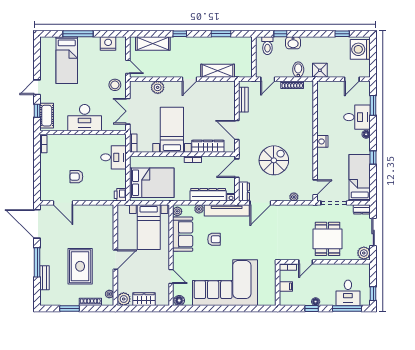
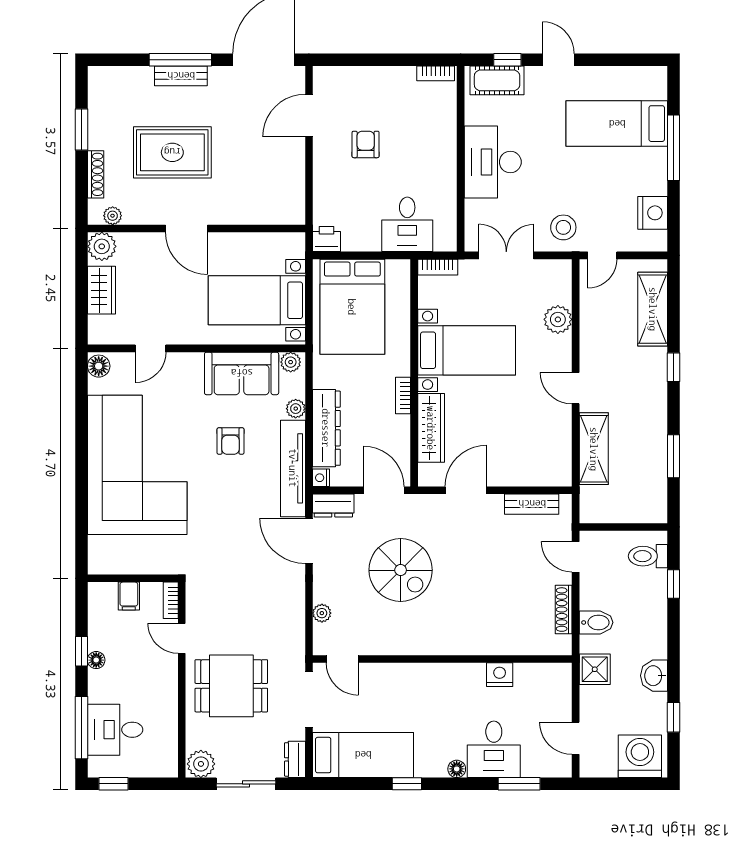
washbasin: (293, 43) -> (654, 676), moved
nightstand: (322, 141) -> (500, 675), moved
bench: (45, 278) -> (181, 76), moved

